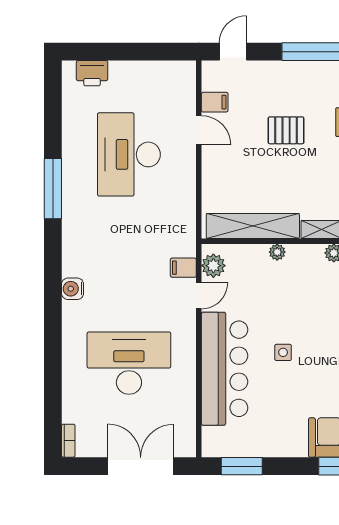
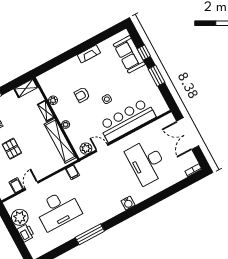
printer: (92, 73) -> (26, 233), moved
plant: (153, 77) -> (20, 217), added
filing cabinet: (183, 268) -> (73, 172), moved
armchair: (315, 311) -> (82, 95), added
window: (242, 466) -> (157, 76), moved

